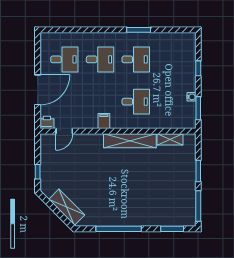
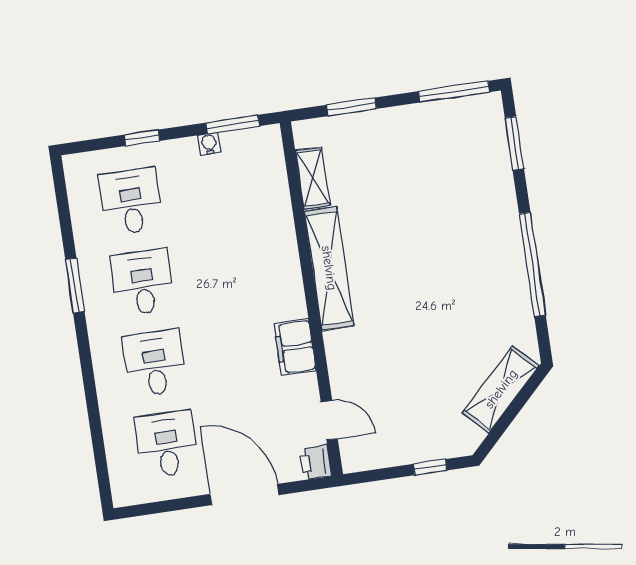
desk: (136, 102) -> (131, 201), moved
filing cabinet: (104, 121) -> (295, 347), width x2.00
window: (198, 171) -> (351, 107), moved

